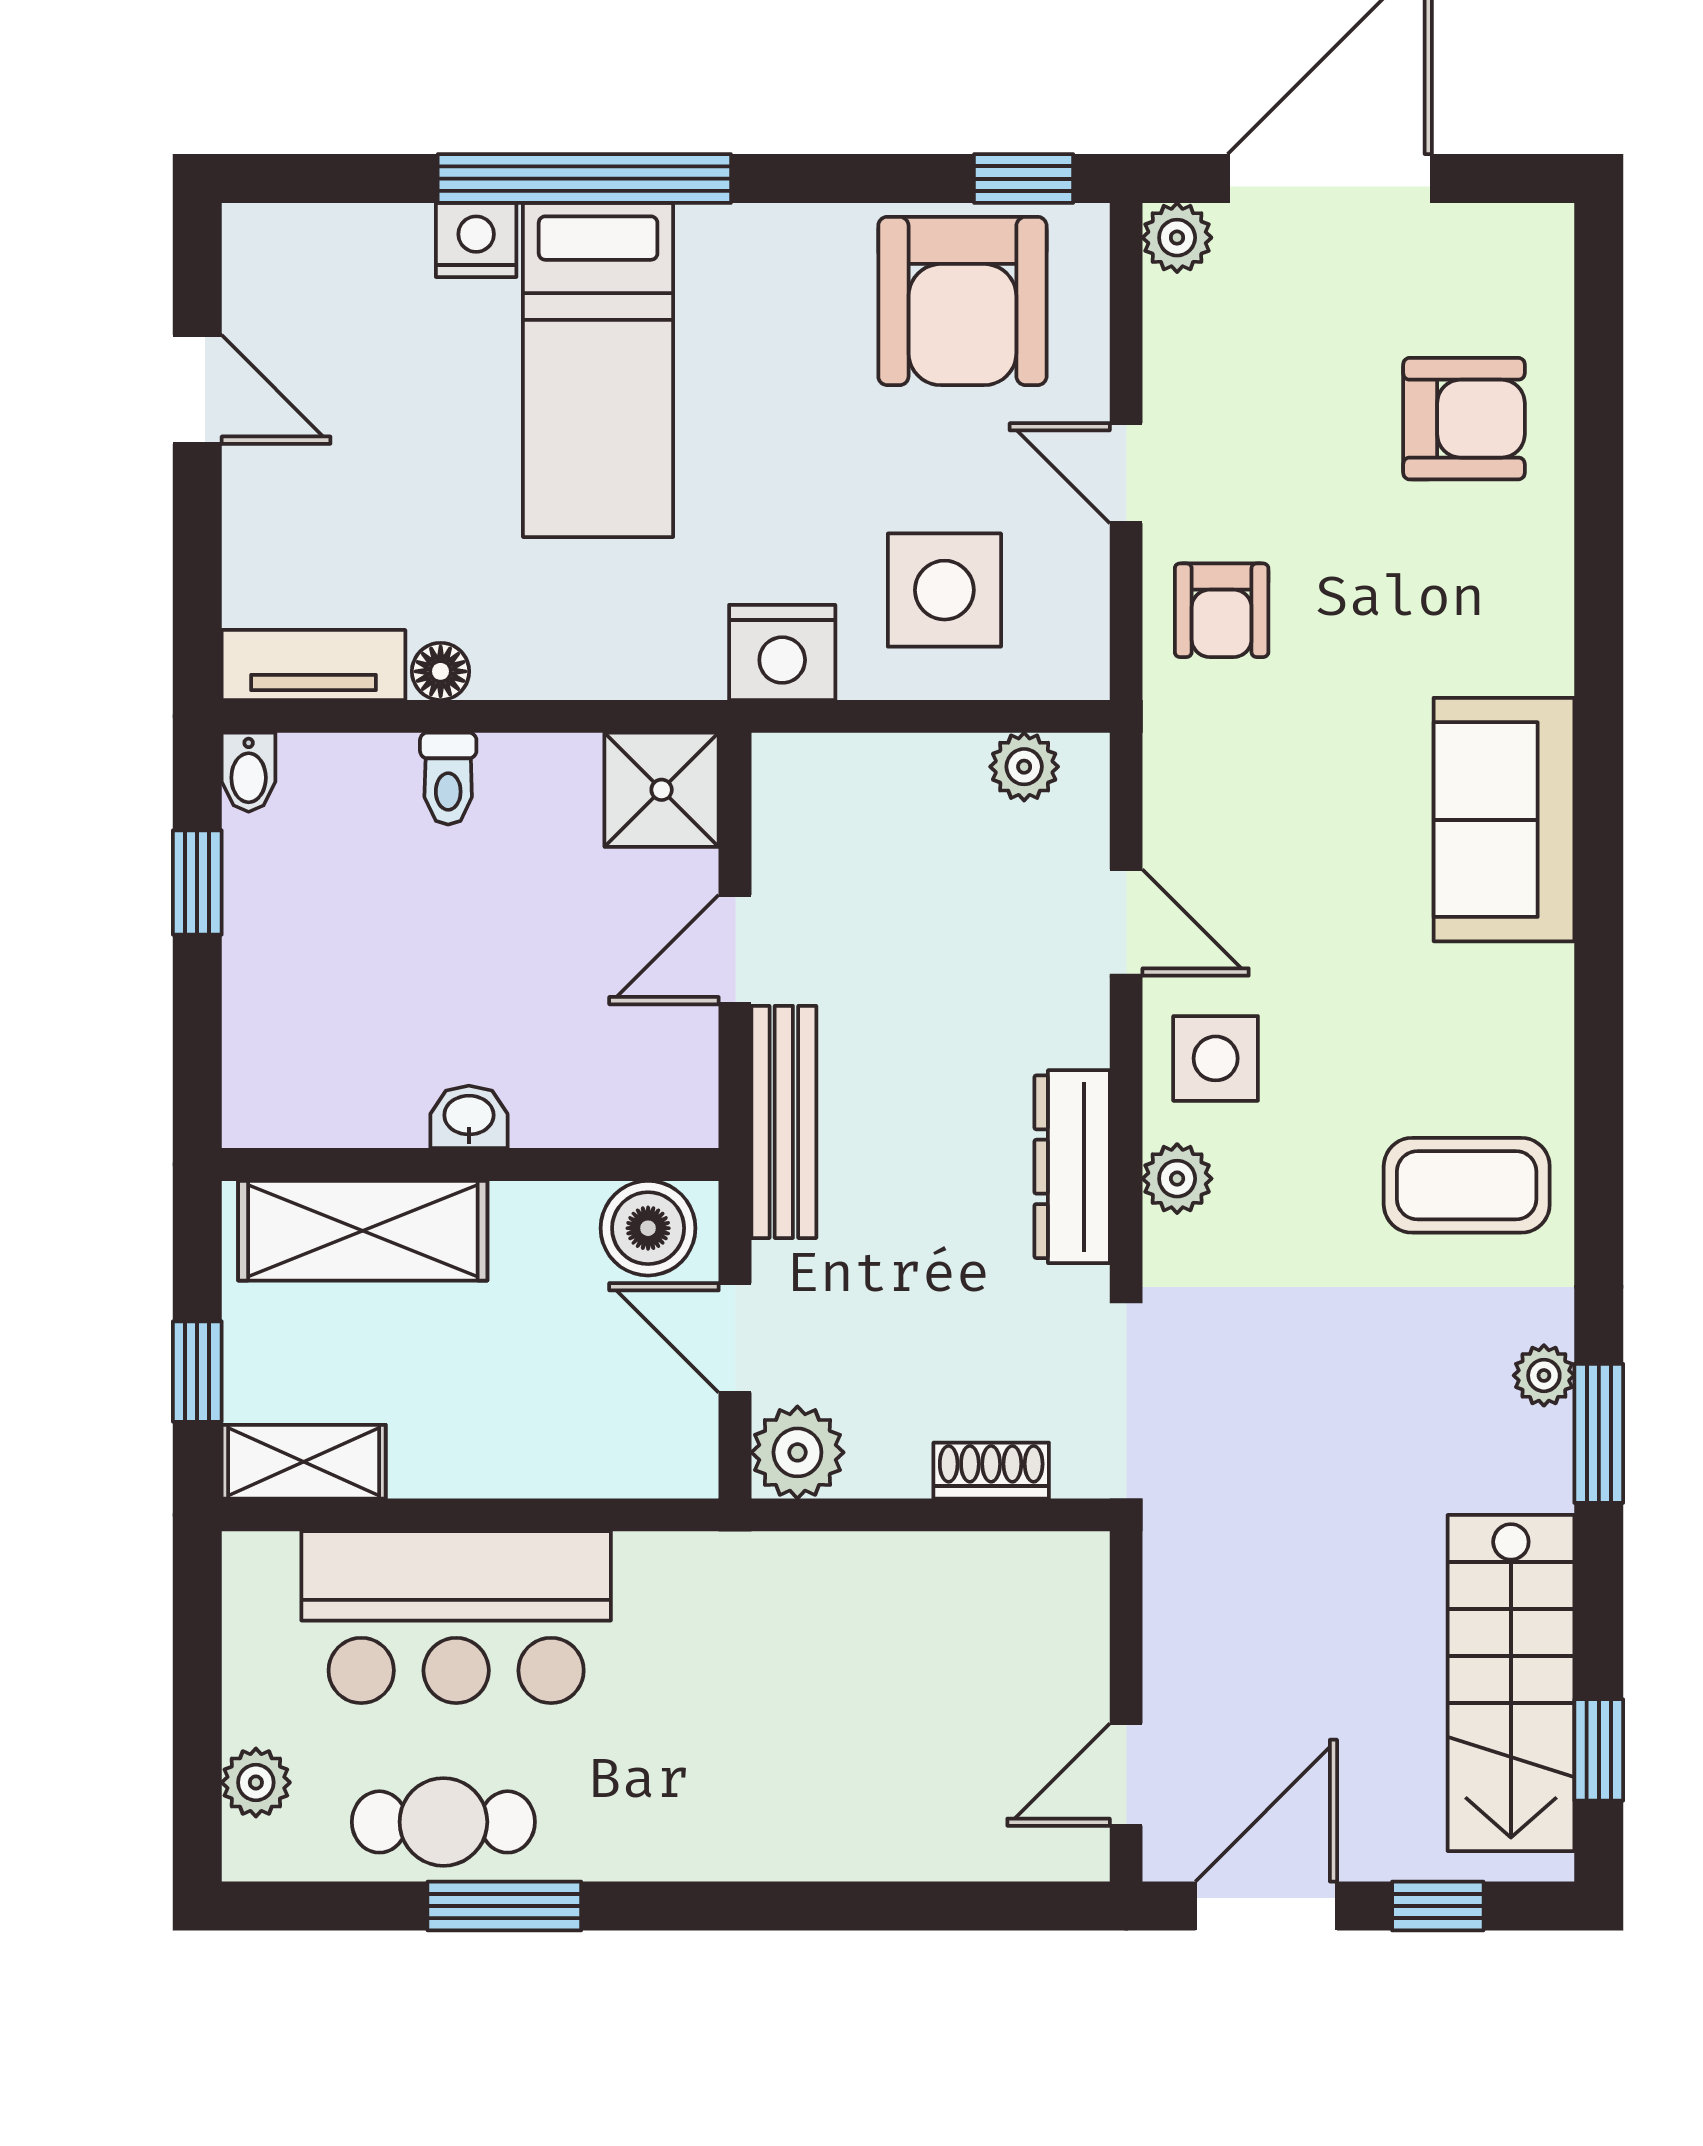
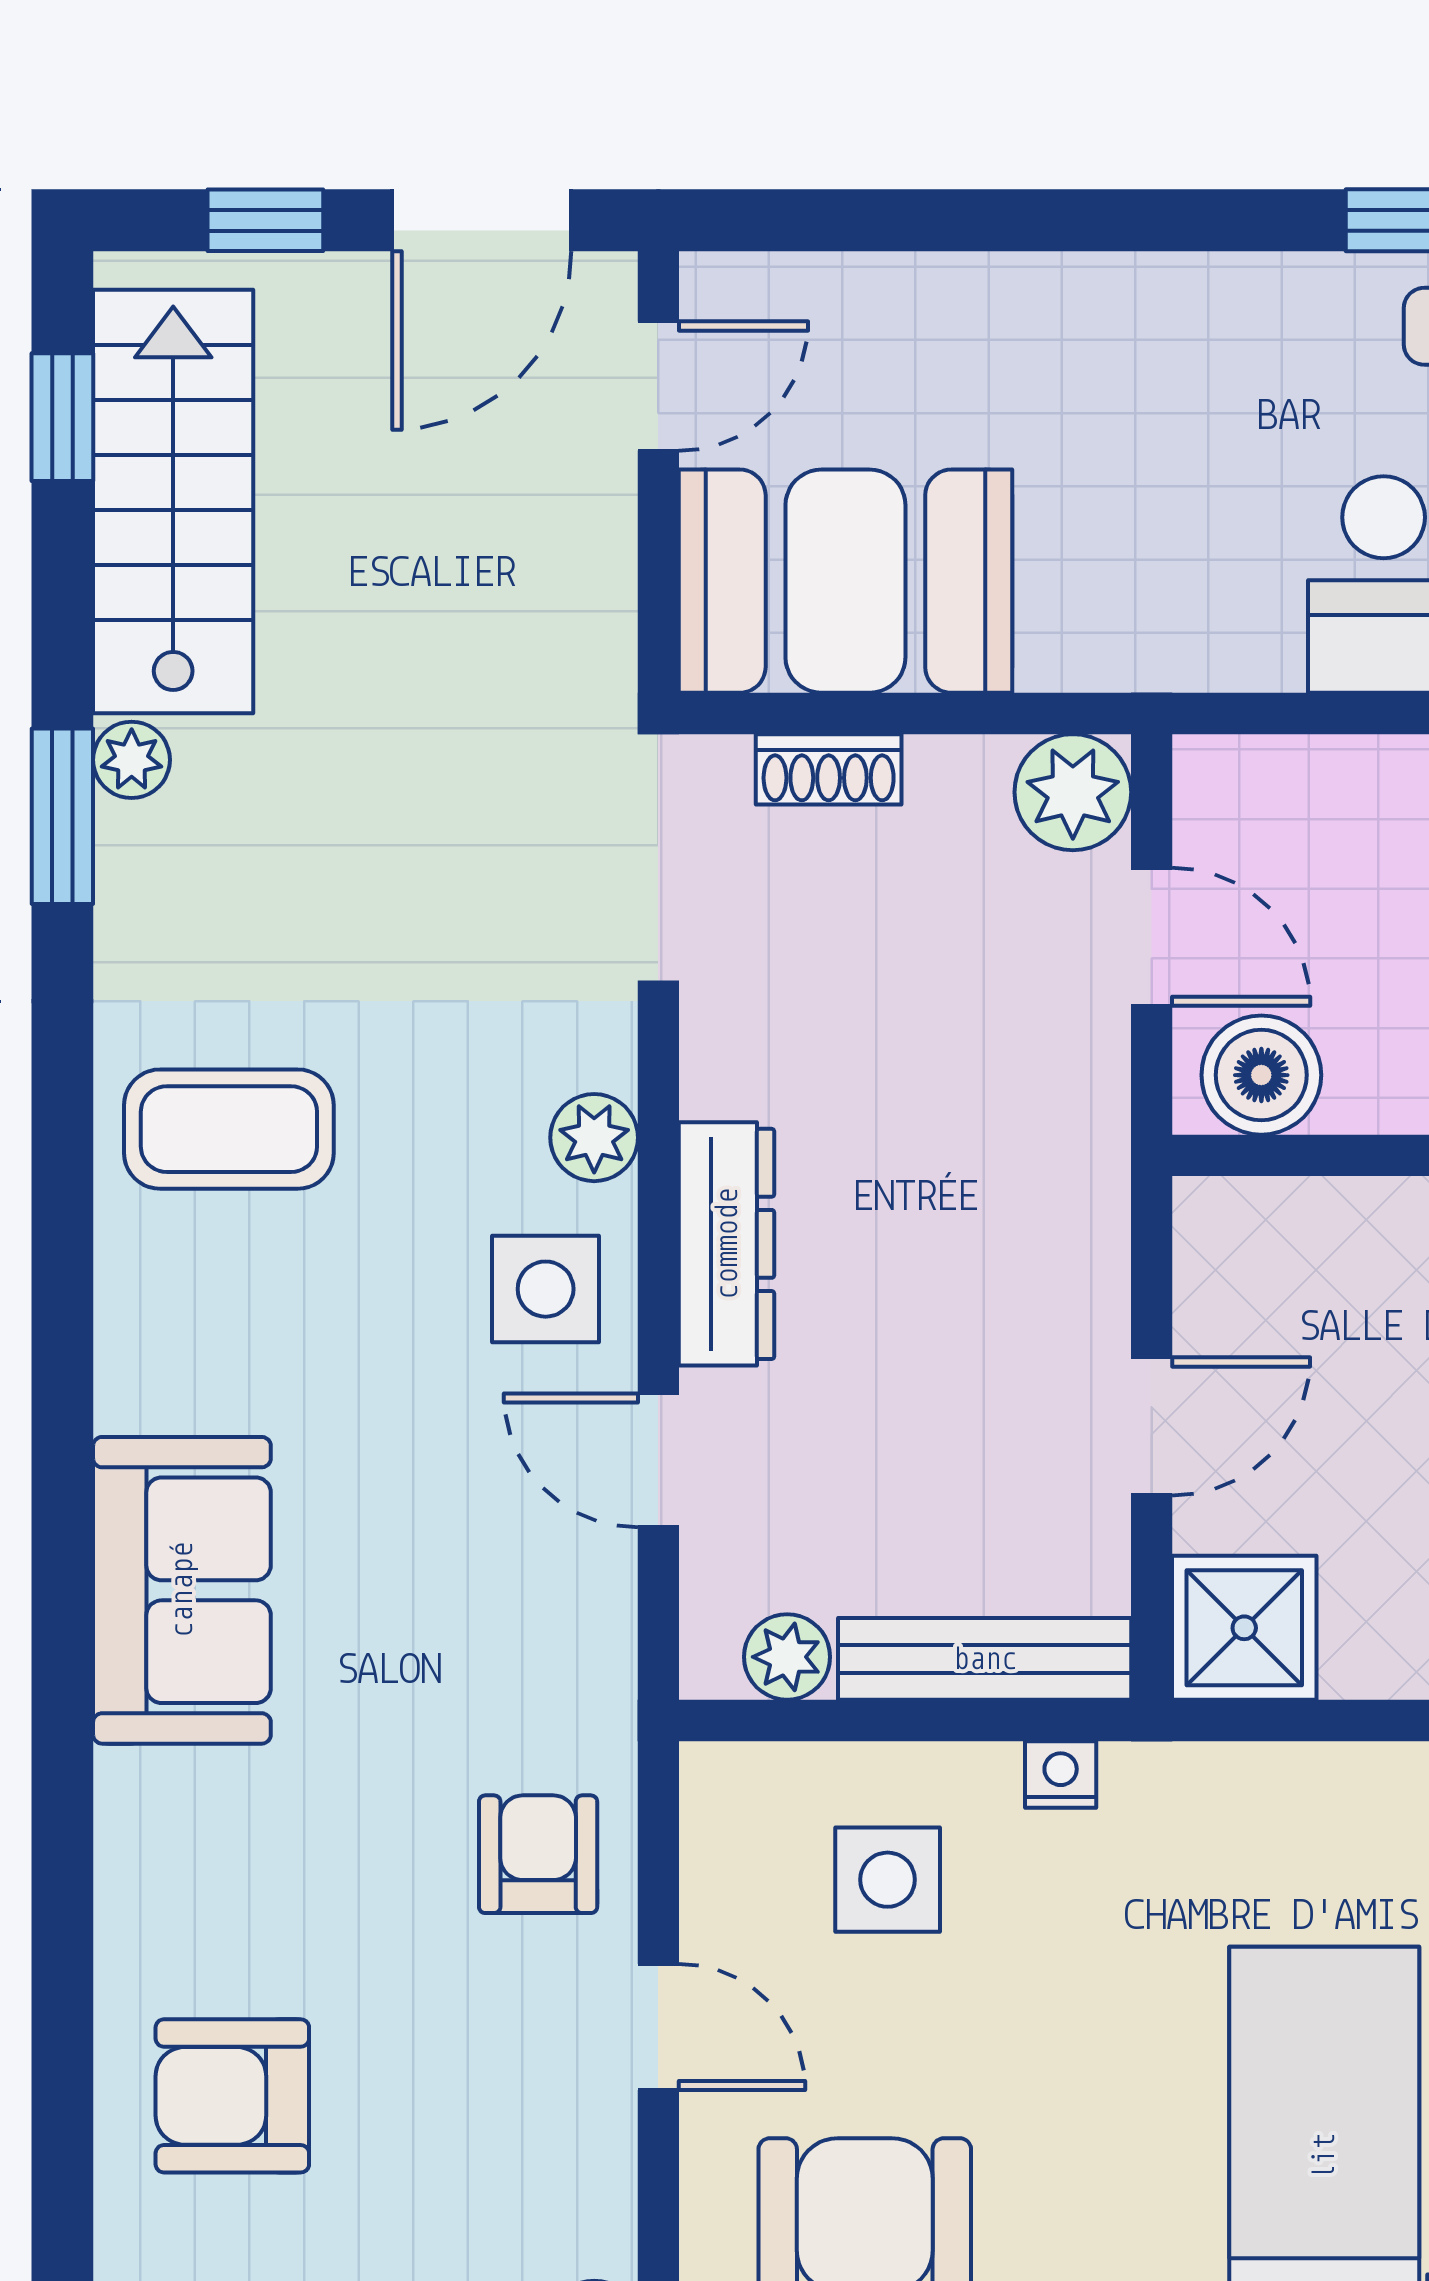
side table: (944, 590) -> (888, 1880), width x0.73, depth x0.73
nightstand: (782, 652) -> (1061, 1774), width x0.53, depth x0.56
bench: (784, 1122) -> (985, 1659), moved, turned 90
dresser: (1072, 1167) -> (727, 1244), moved
plant: (1544, 1375) -> (132, 760), moved
booth: (978, 1620) -> (845, 581), added

